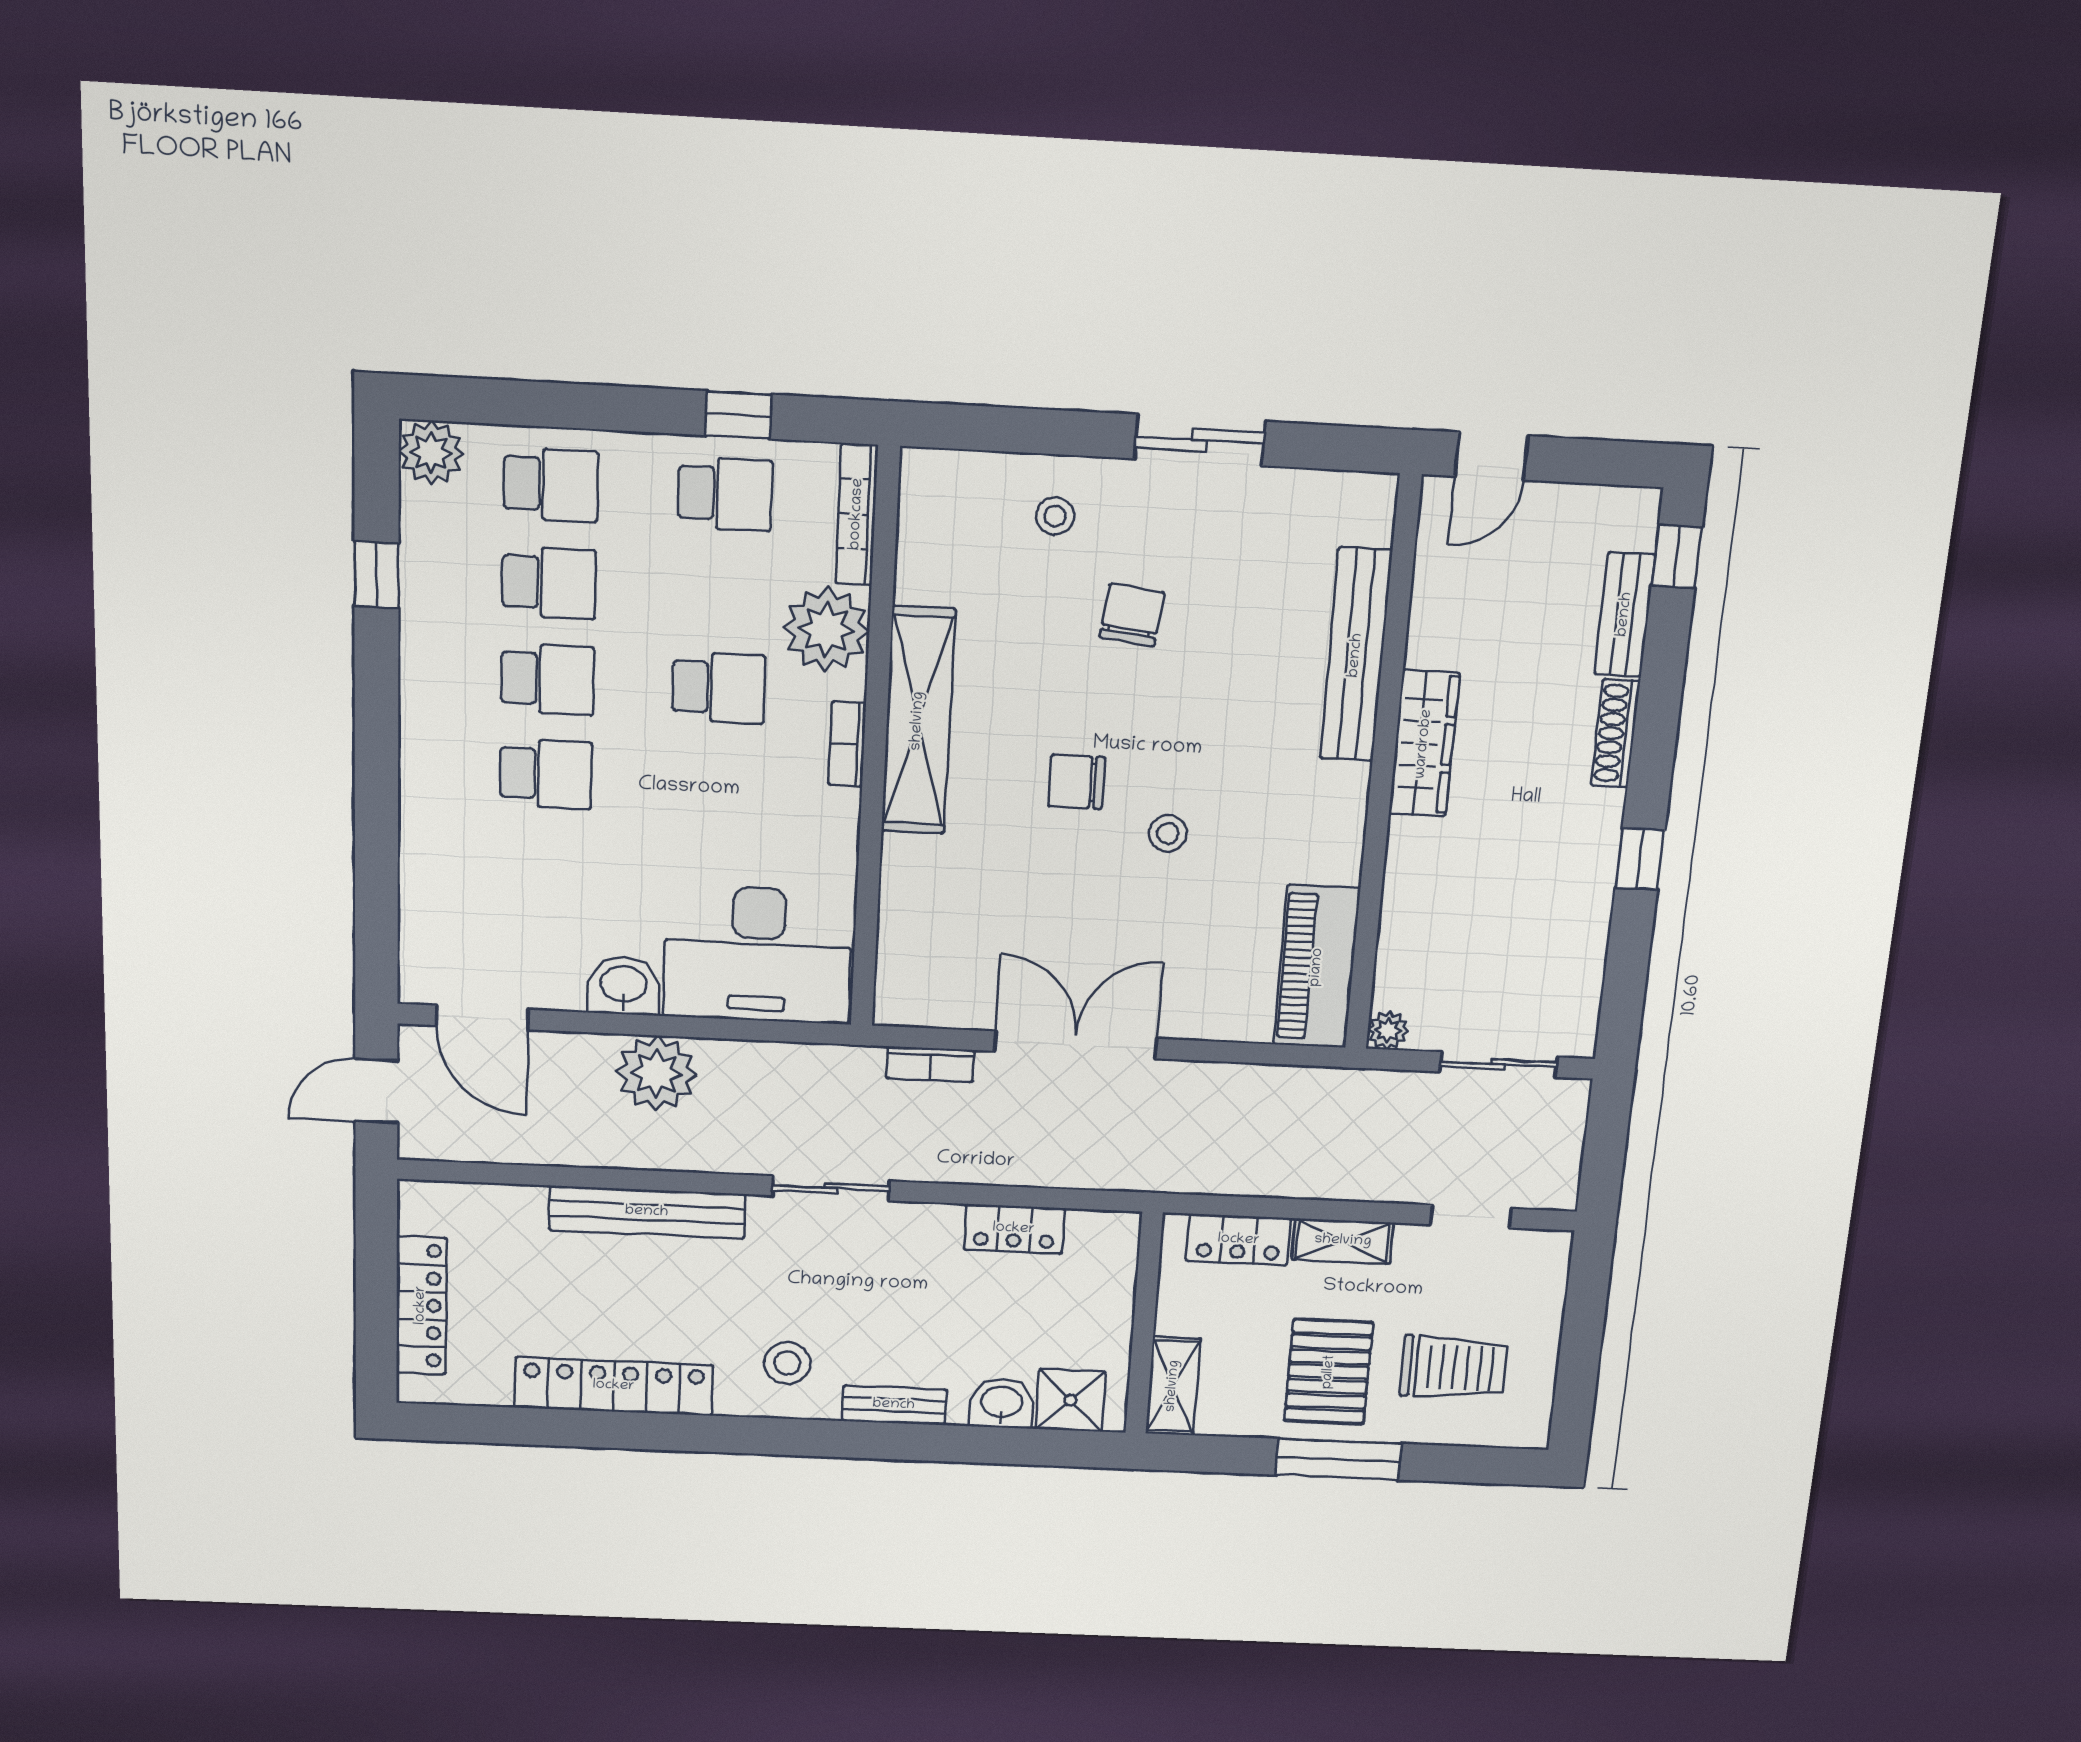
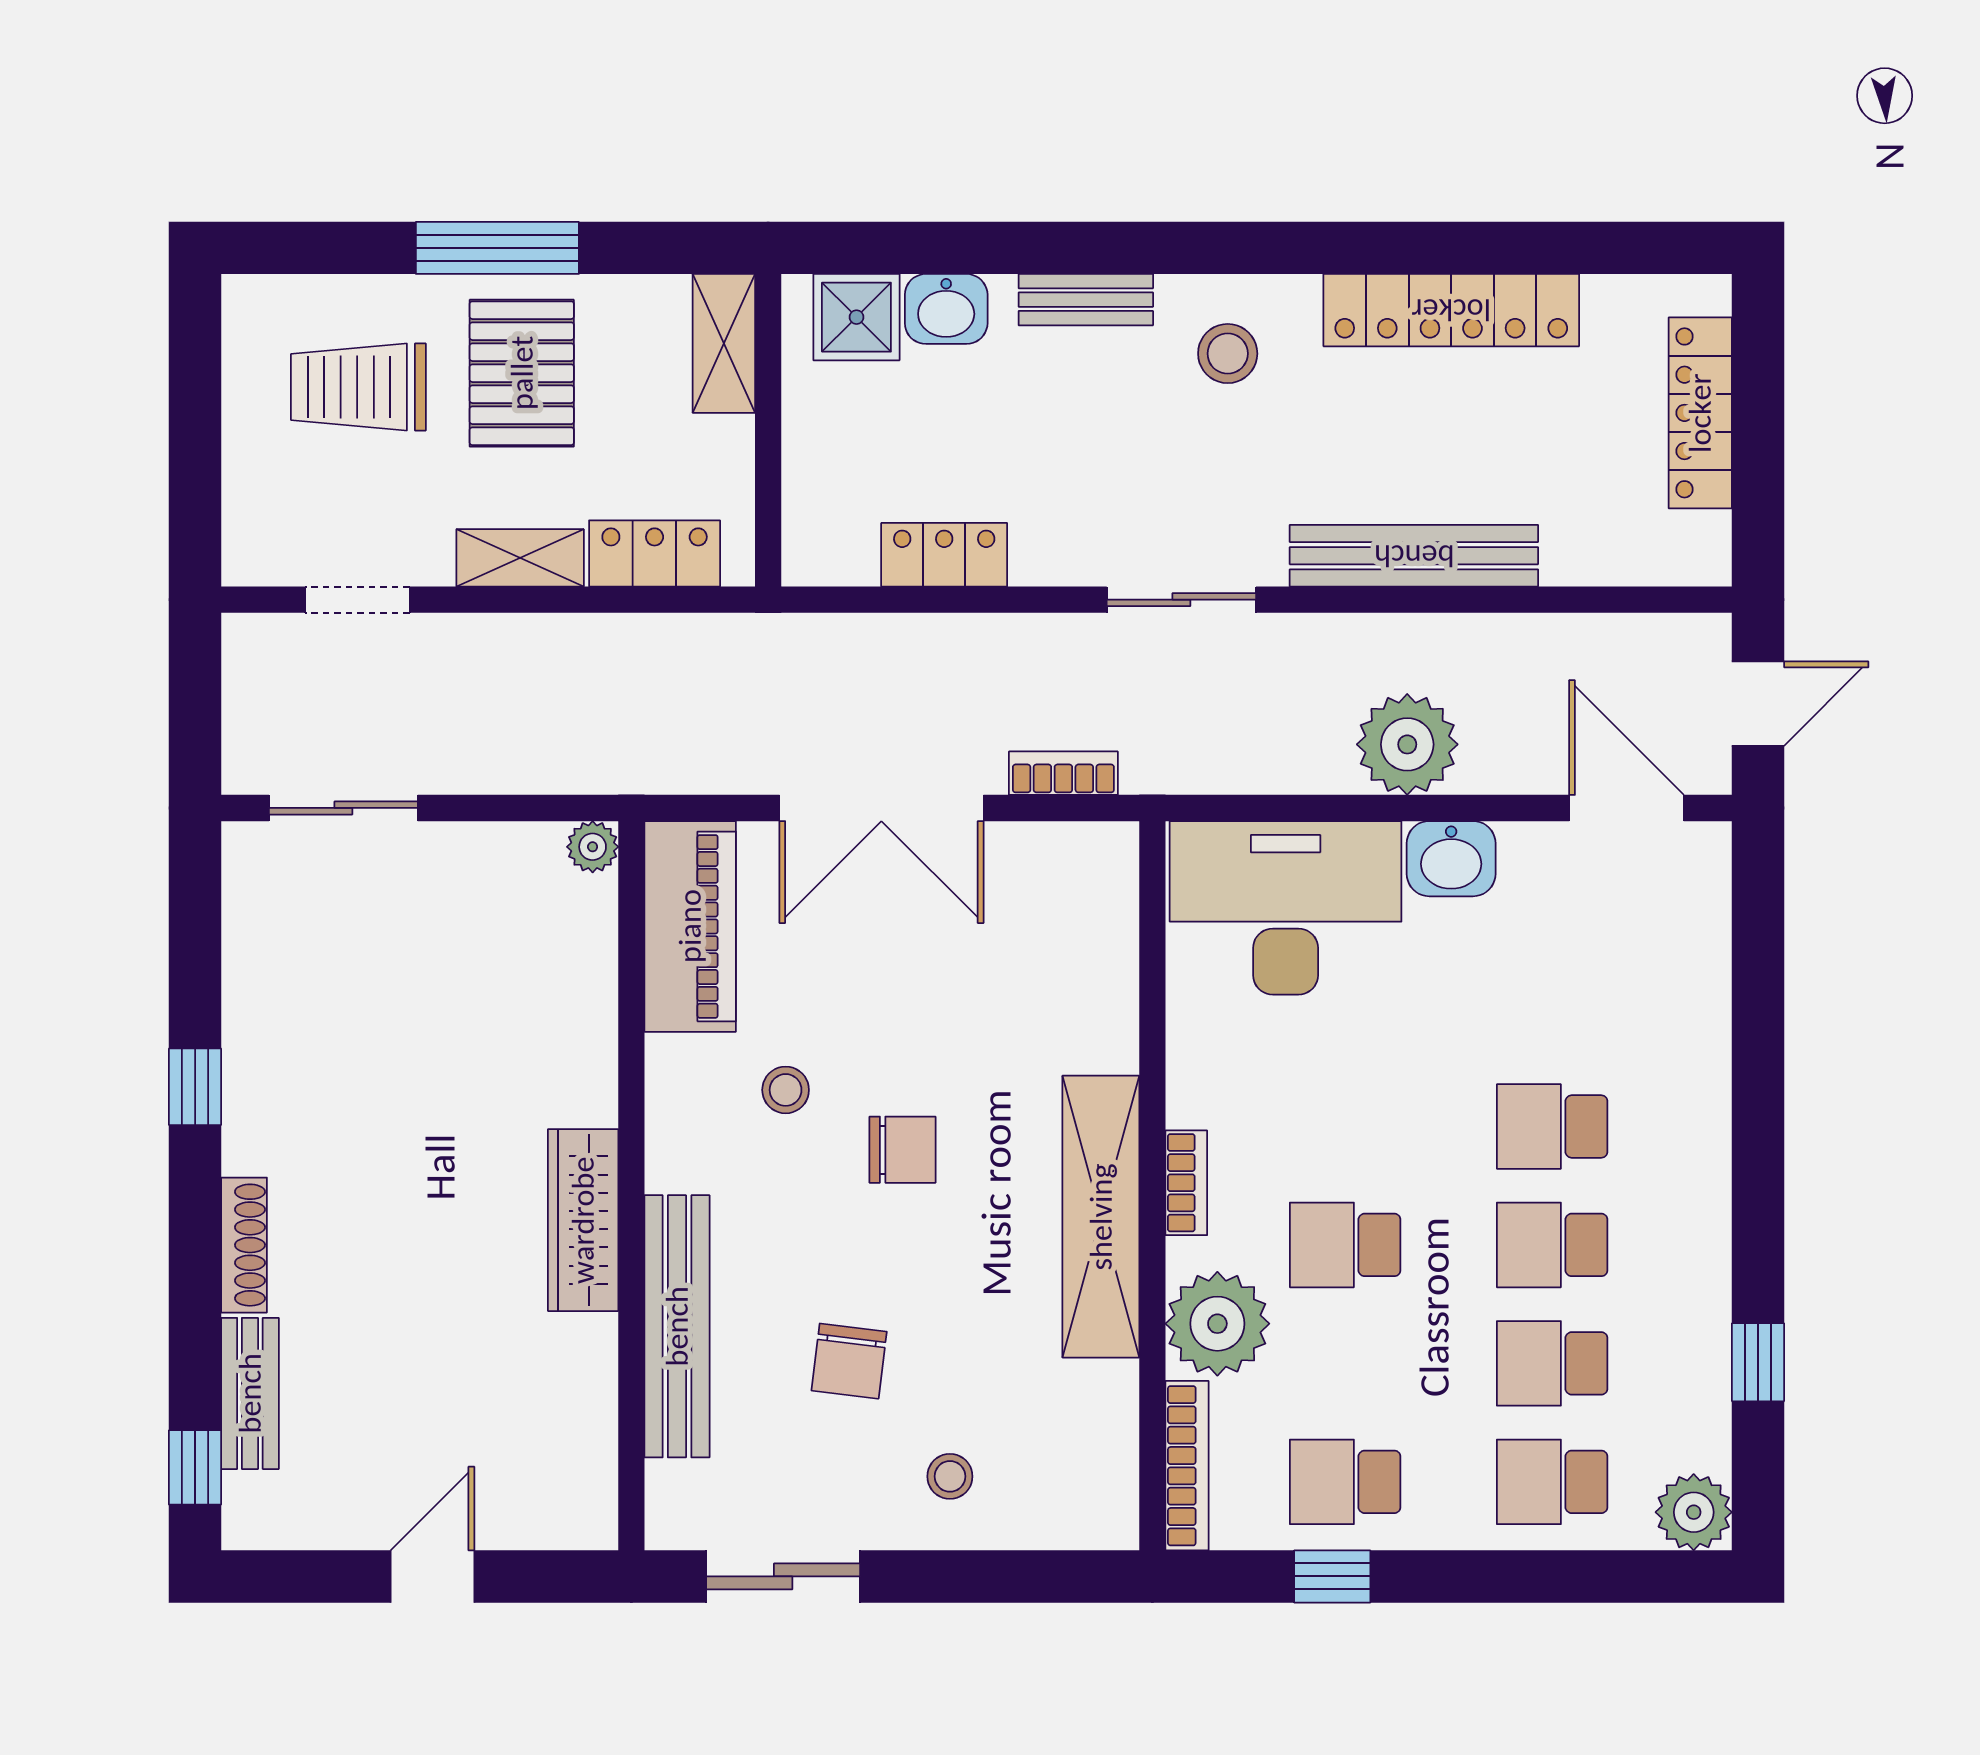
bench: (1356, 655) -> (677, 1326), moved
wardrobe: (1424, 744) -> (583, 1220), moved
wall: (1382, 769) -> (631, 1186), moved
piano: (1317, 967) -> (690, 926), moved
plant: (1388, 1030) -> (593, 847), moved

